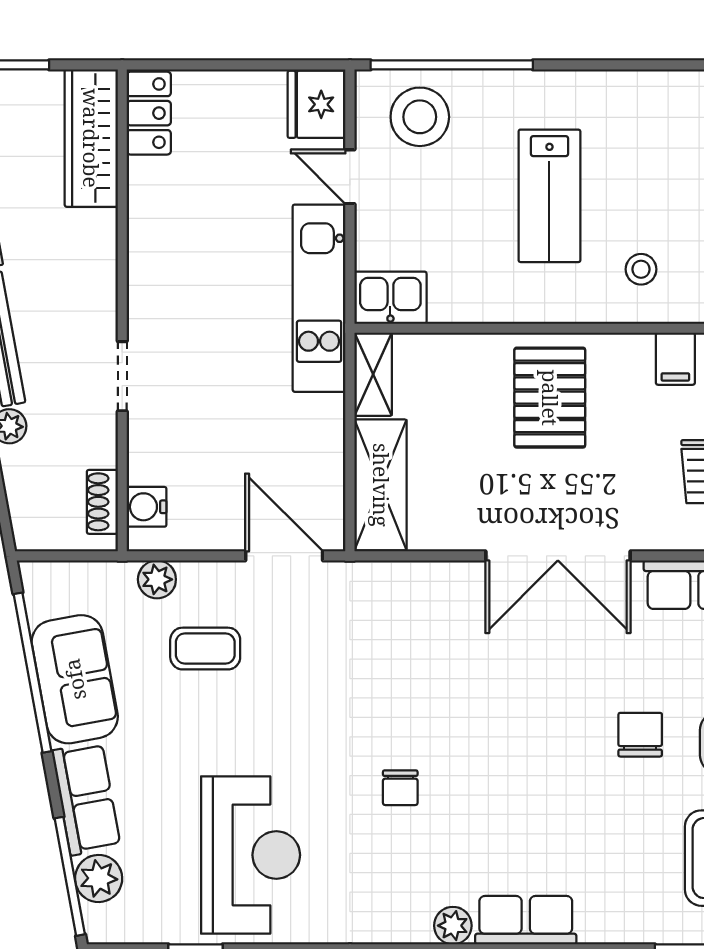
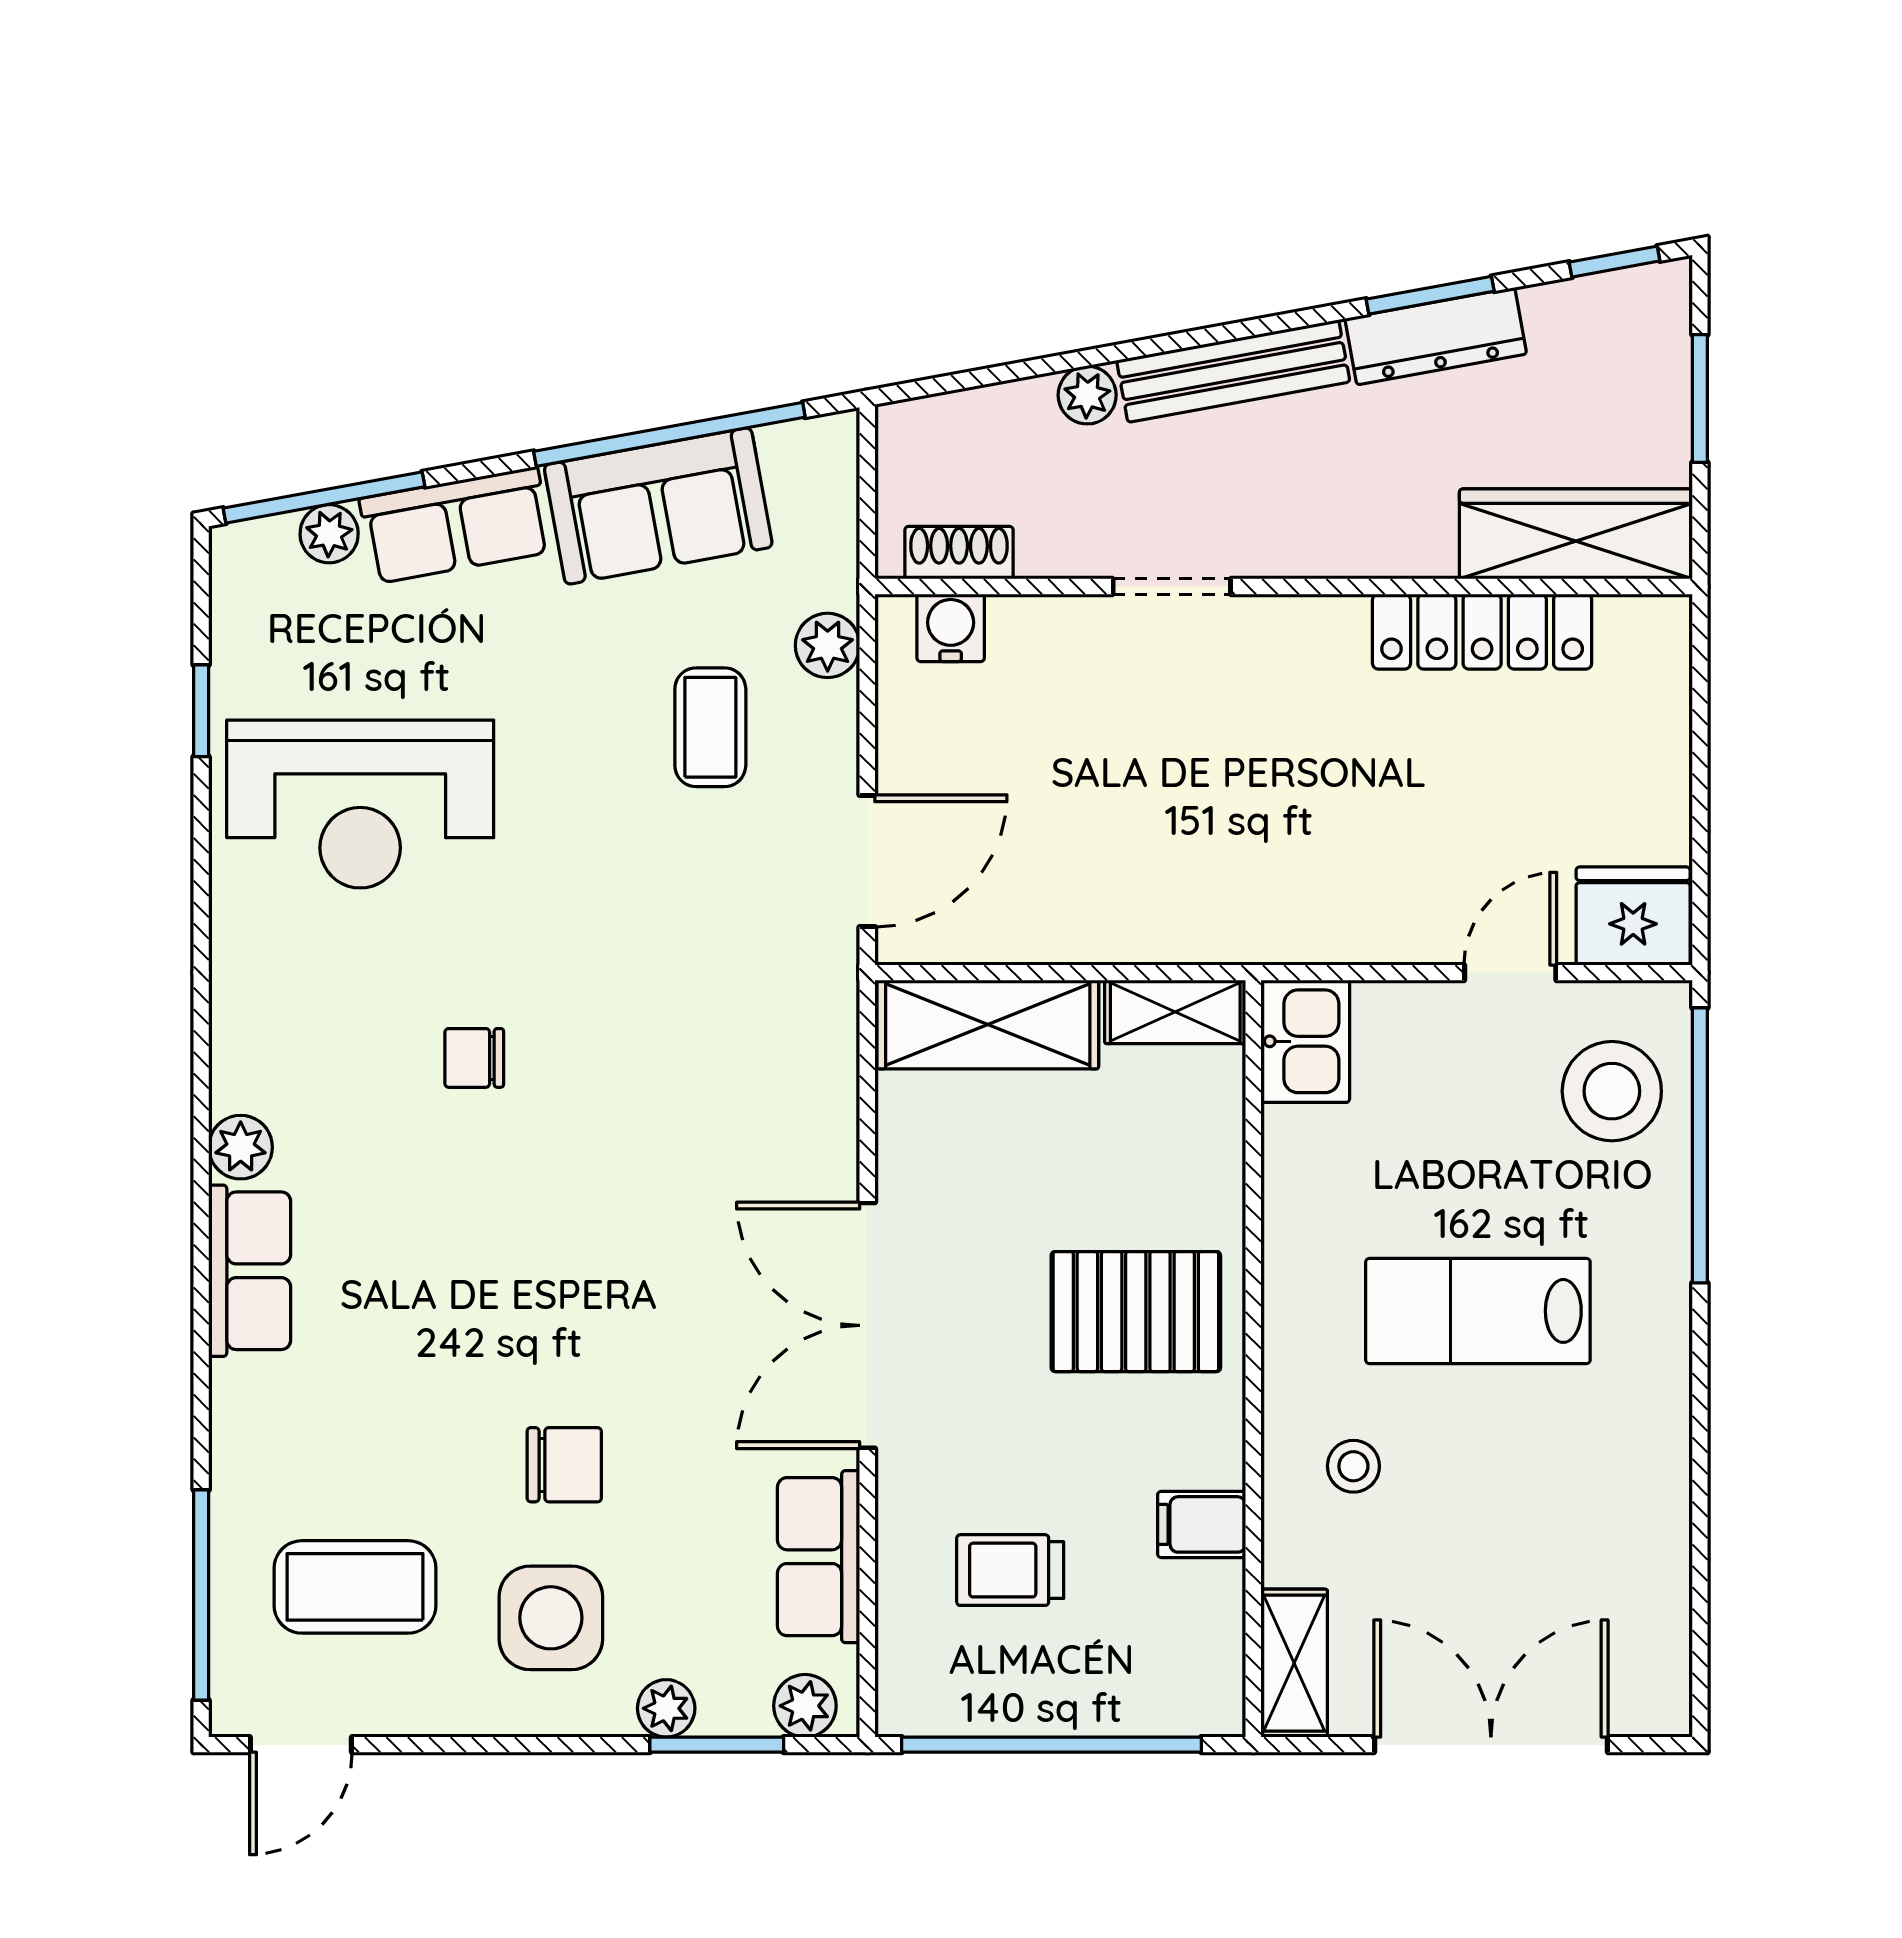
locker: (149, 113) -> (1482, 632), moved, width x1.53
kitchen unit: (319, 298) -> (1304, 920), removed
plant: (99, 878) -> (329, 534), width x0.73, depth x0.73

